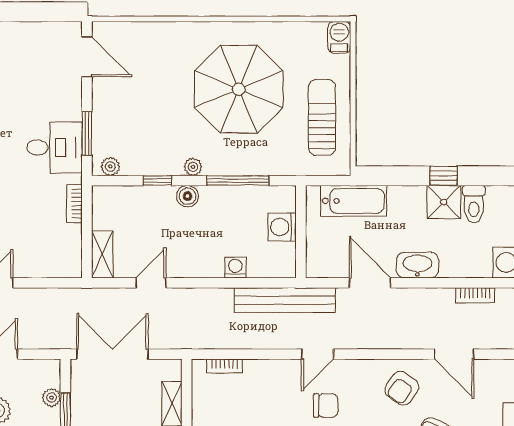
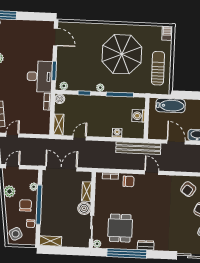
desk: (55, 147) -> (40, 77), width x1.37
boiler: (187, 196) -> (60, 99), moved
door: (318, 354) -> (152, 172), swing flipped
chair: (326, 406) -> (129, 181), moved

